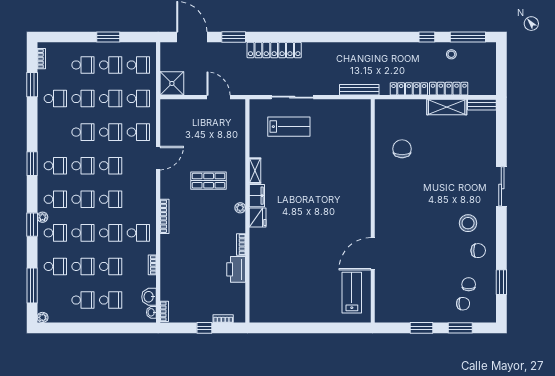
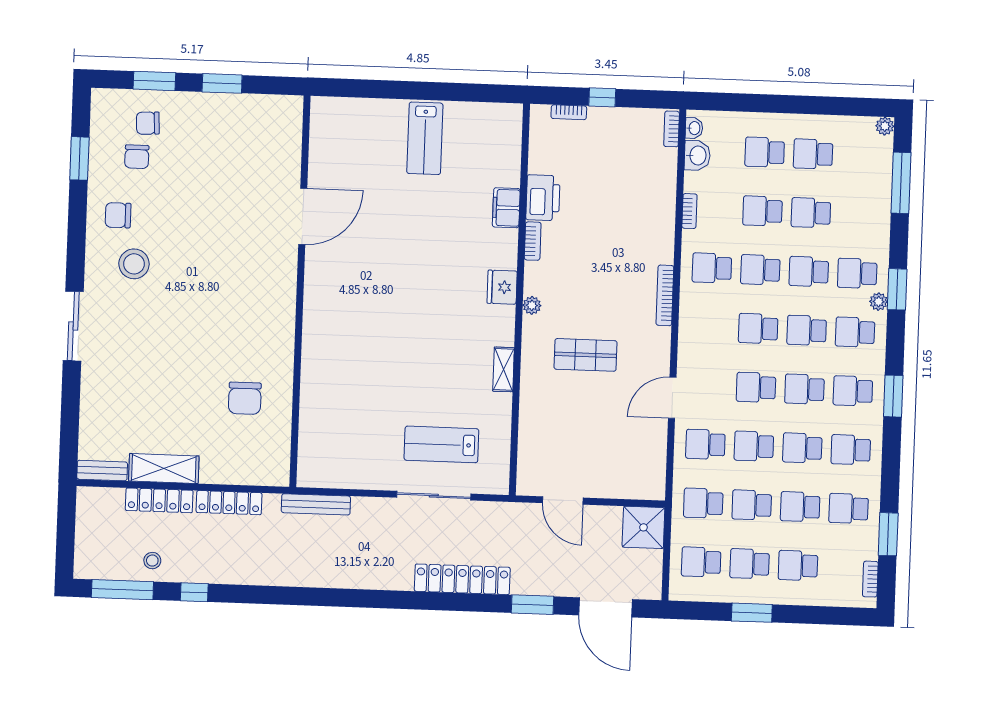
filing cabinet: (257, 196) -> (506, 208), moved
school desk: (55, 266) -> (851, 450), moved
lab bench: (352, 293) -> (425, 138), moved

